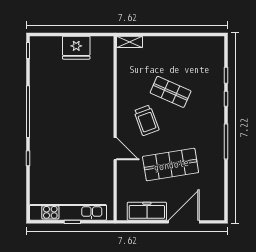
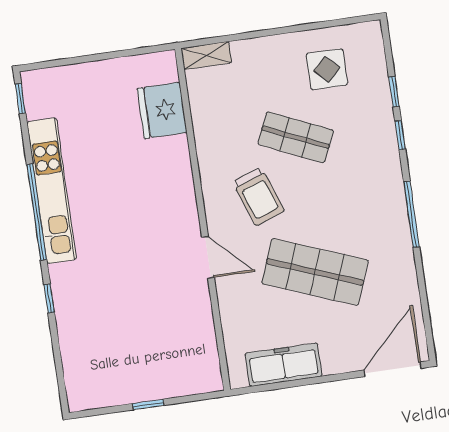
fridge: (76, 48) -> (162, 110), moved, turned 90
display table: (192, 58) -> (327, 69), added
shop shelf: (171, 165) -> (315, 272), turned 30
kitchen unit: (68, 212) -> (52, 191), moved, turned 90
door: (184, 222) -> (392, 369), moved

